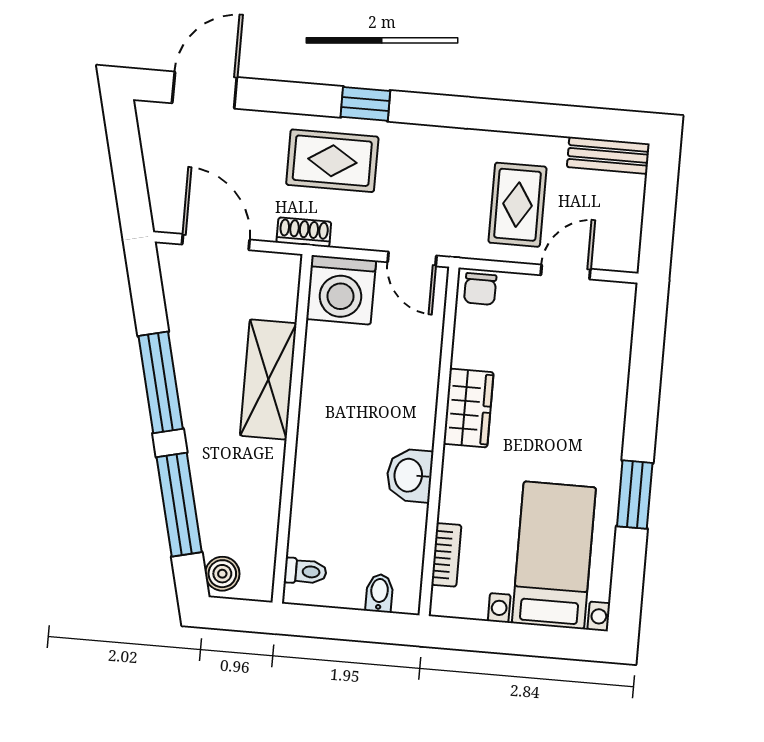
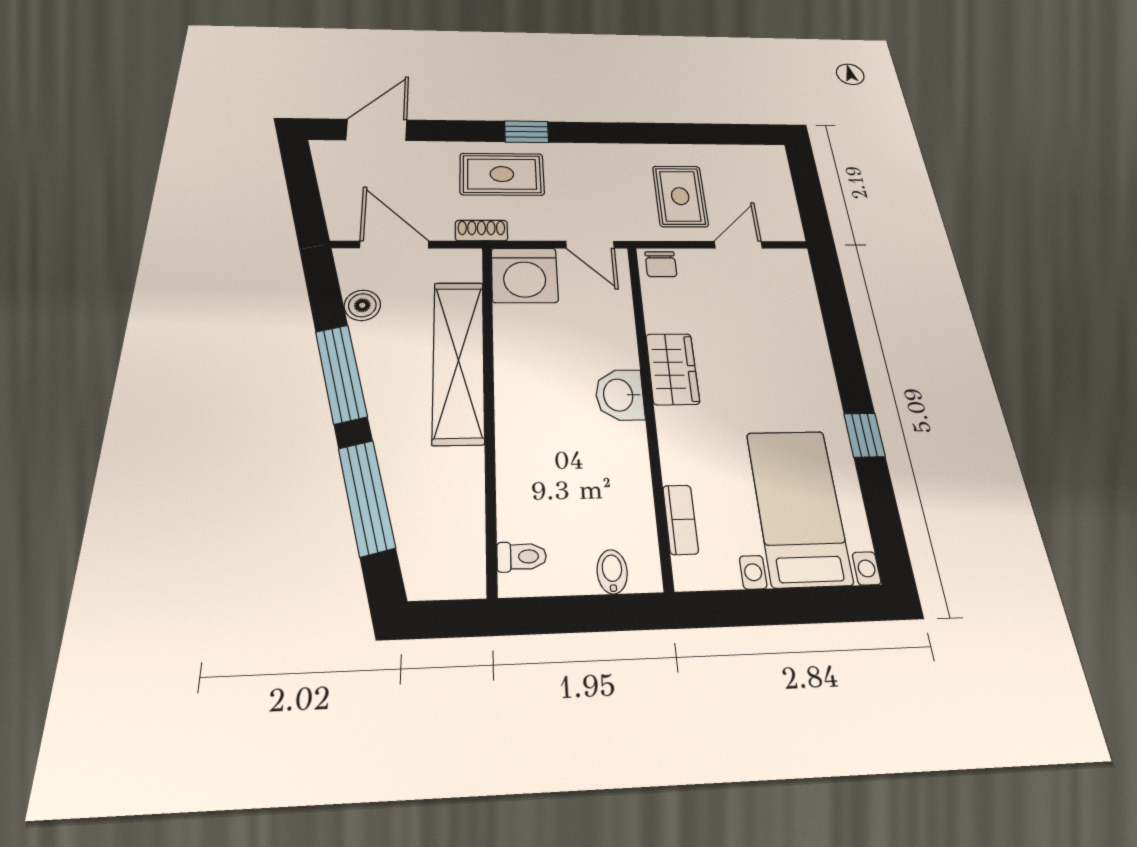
bench: (608, 155) -> (751, 155), removed
shelving: (268, 379) -> (458, 361), width x1.47
washbasin: (410, 475) -> (620, 395), moved
window: (635, 495) -> (864, 435), width x0.67
boiler: (222, 574) -> (362, 305), moved

